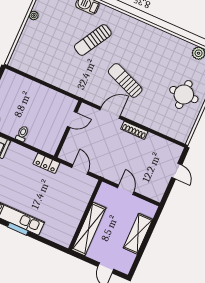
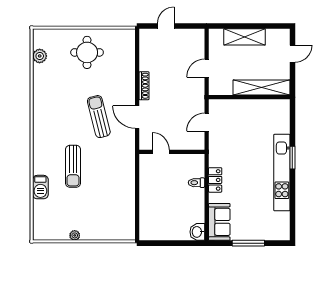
sun lounger: (93, 40) -> (73, 166), turned 60
sun lounger: (125, 80) -> (99, 117), turned 144
toilet: (22, 134) -> (196, 183), moved
locker: (46, 163) -> (215, 180), moved

